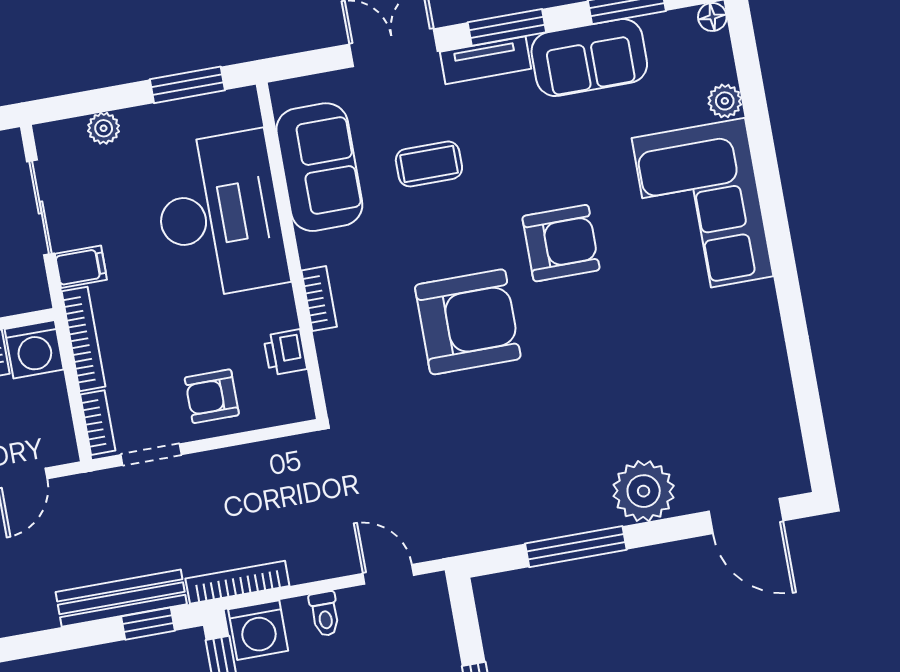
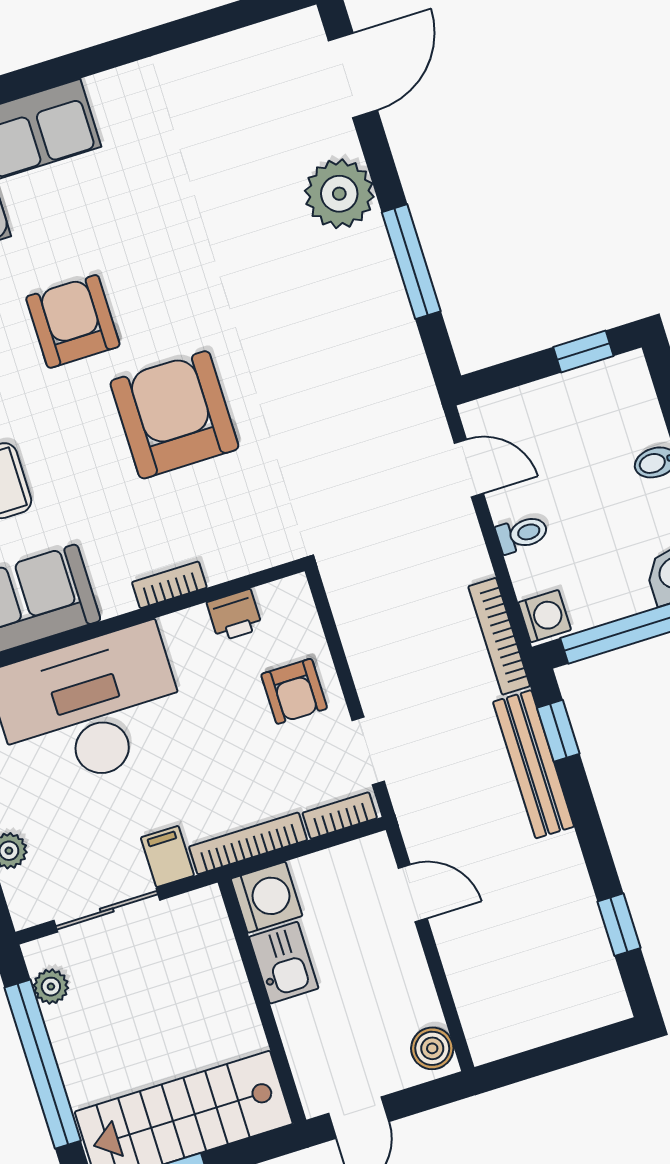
door: (388, 574) -> (469, 468), swing flipped
washing machine: (258, 630) -> (545, 616), width x0.73, depth x0.73

